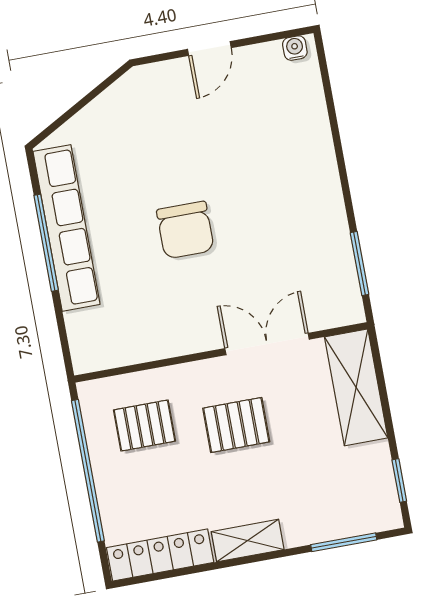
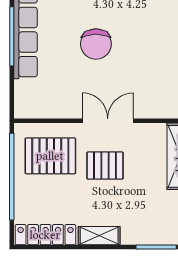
double door: (267, 344) -> (108, 121), moved
pallet: (145, 426) -> (50, 156), width x1.50, depth x1.42

